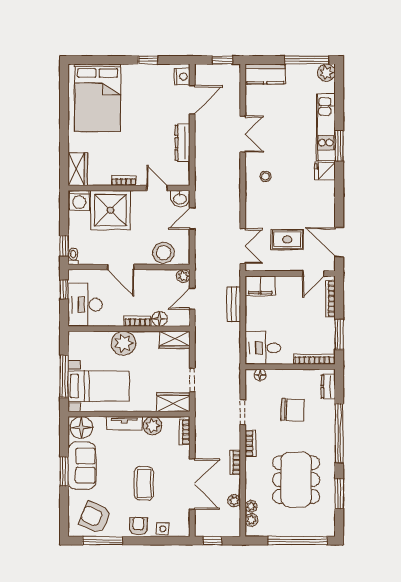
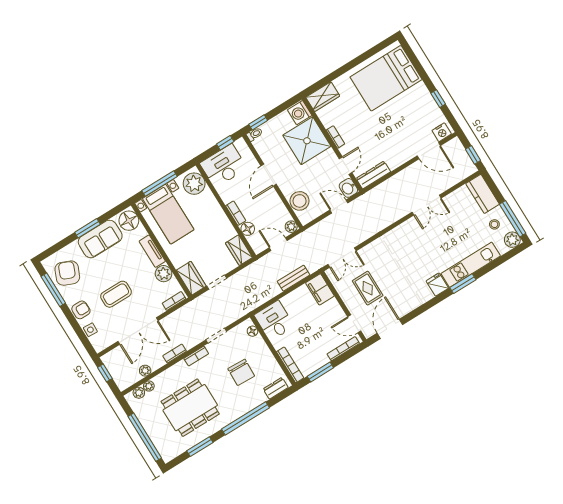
dresser: (183, 143) -> (373, 175), moved
stool: (265, 176) -> (494, 224), moved
plant: (123, 343) -> (194, 184), moved

